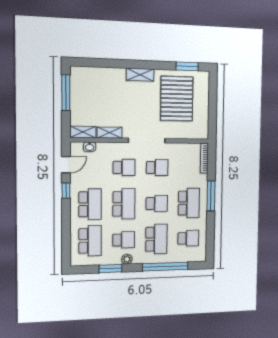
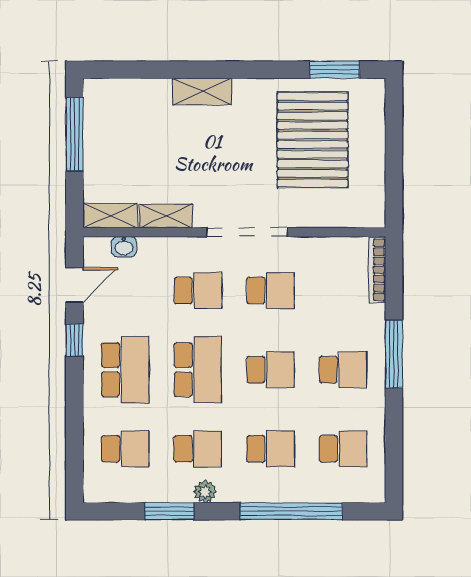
shelving: (140, 75) -> (202, 91), moved
school desk: (189, 203) -> (343, 370), width x0.54
school desk: (156, 239) -> (270, 449), width x0.54
school desk: (90, 241) -> (125, 449), width x0.54

